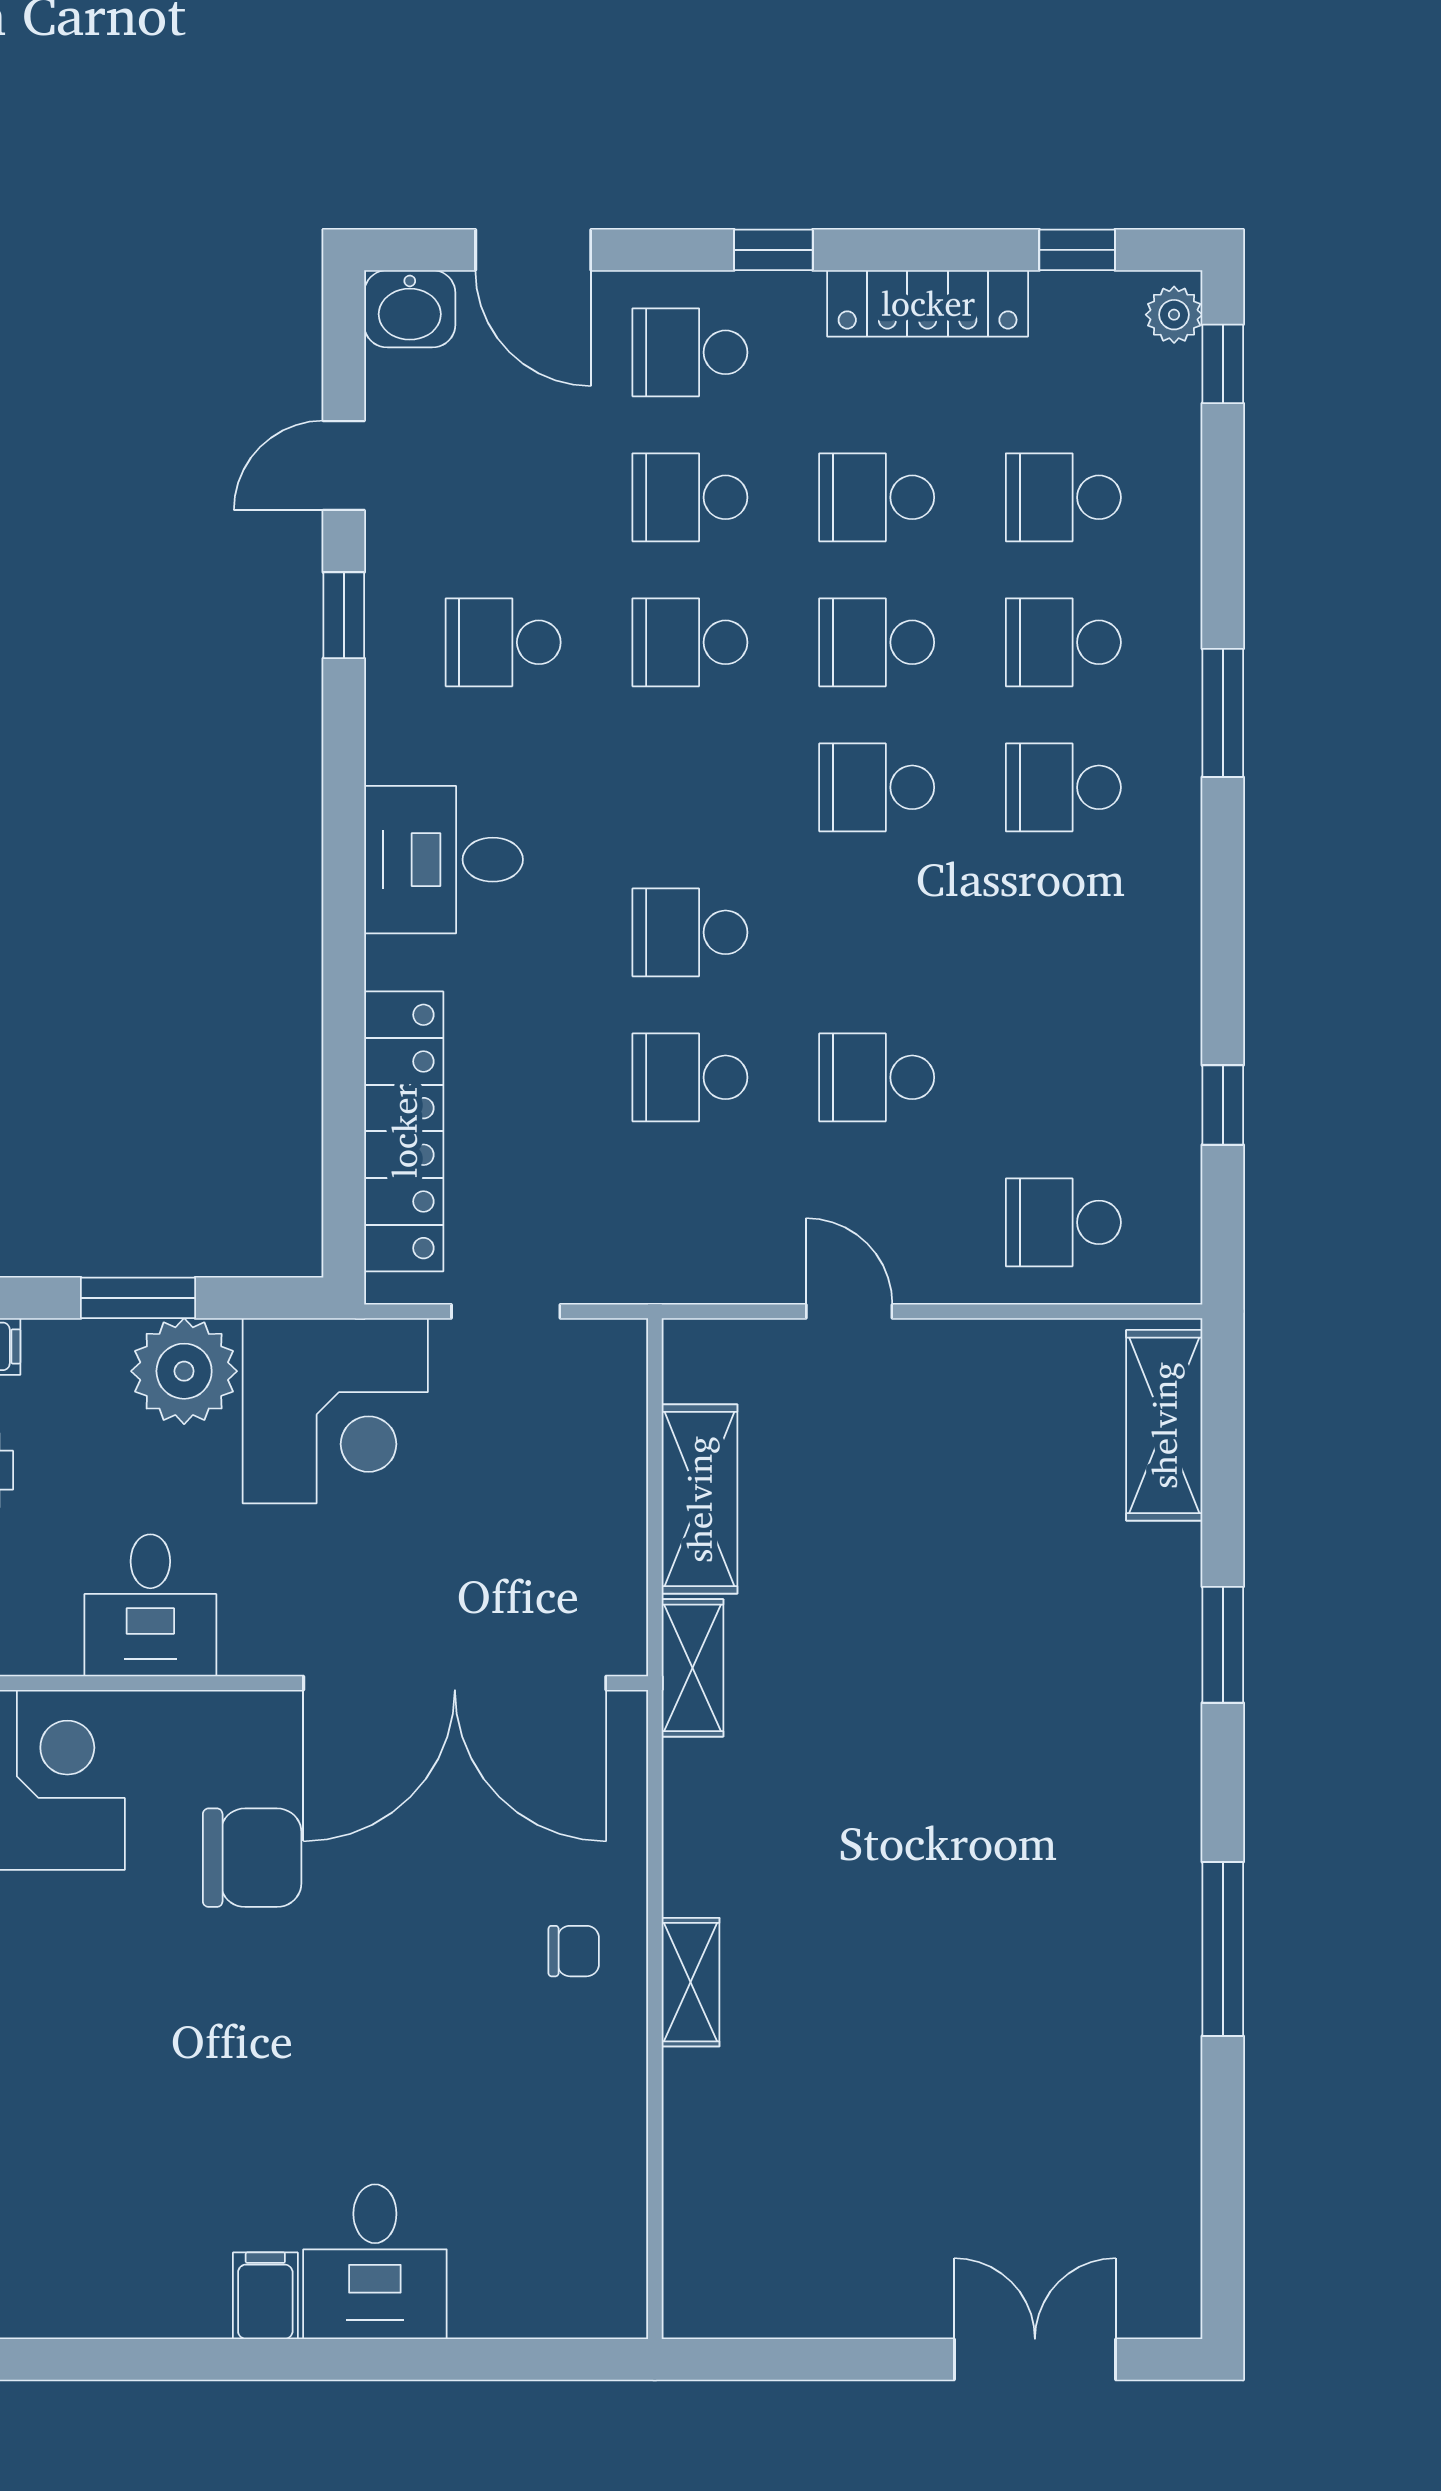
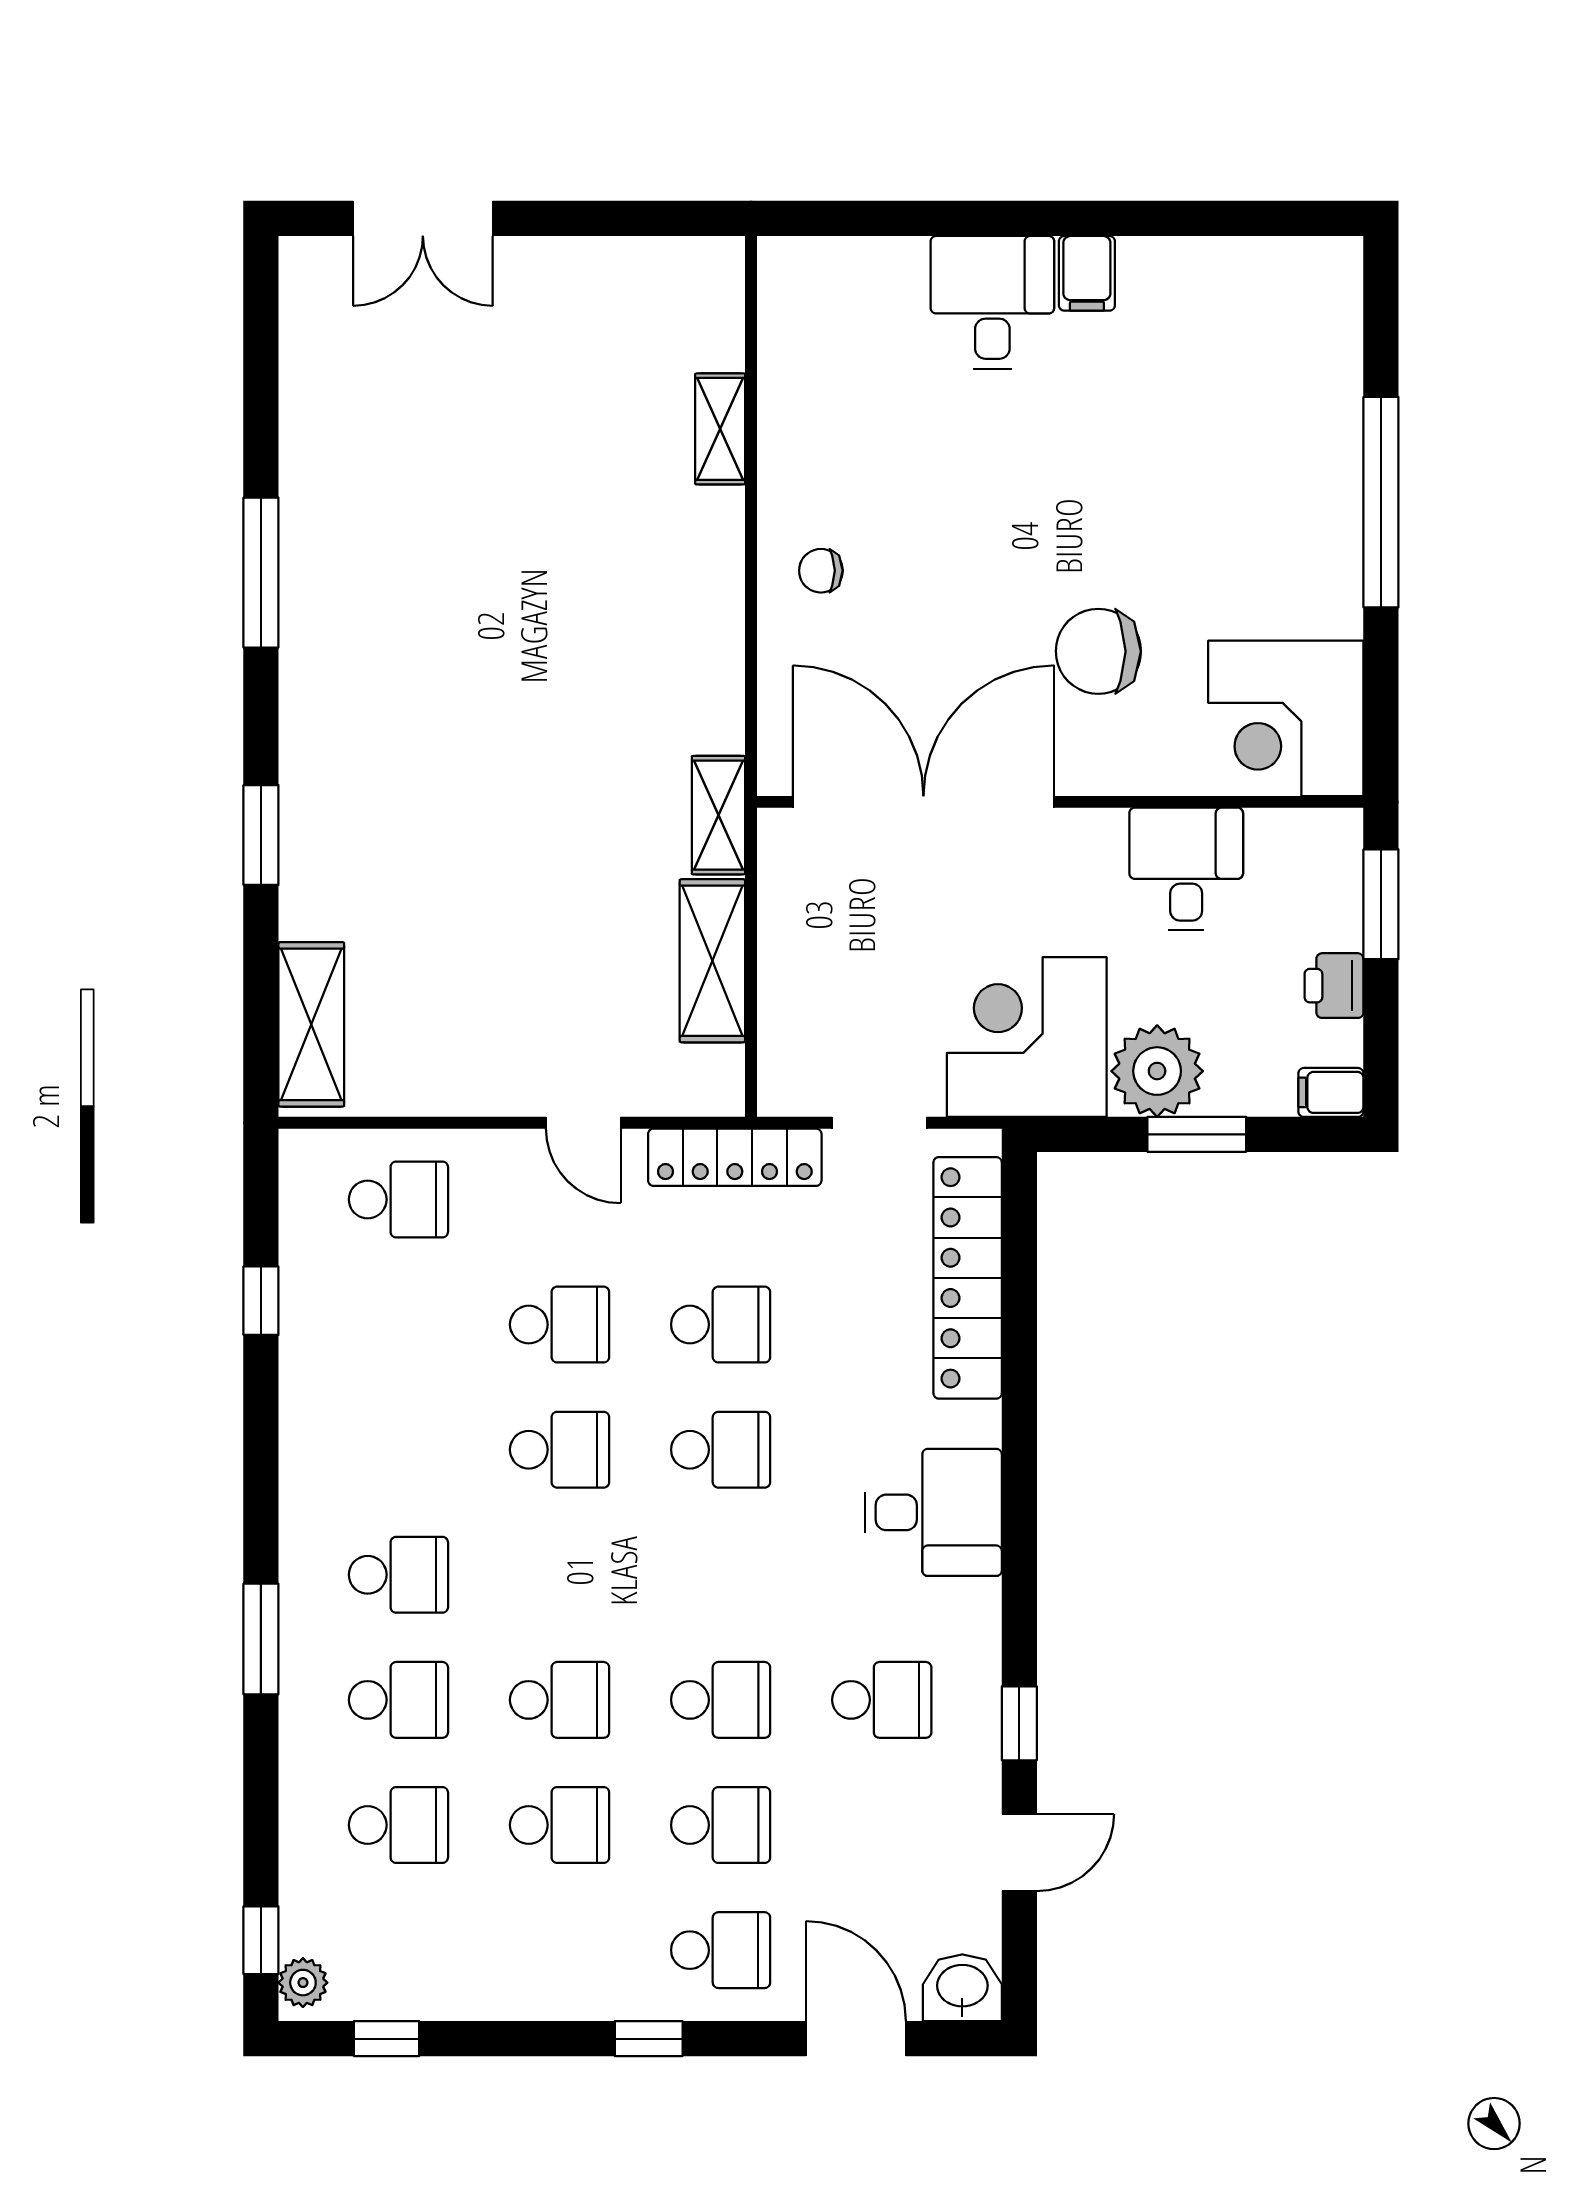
locker: (928, 303) -> (735, 1157), moved, turned 180
school desk: (877, 787) -> (560, 1450), moved
shelving: (690, 1982) -> (720, 429), moved

